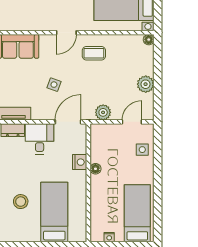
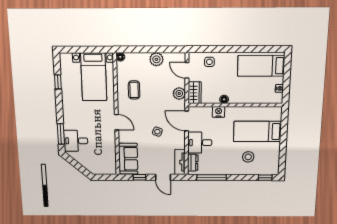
coffee table: (94, 53) -> (134, 90), moved
wardrobe: (104, 132) -> (195, 93), added

